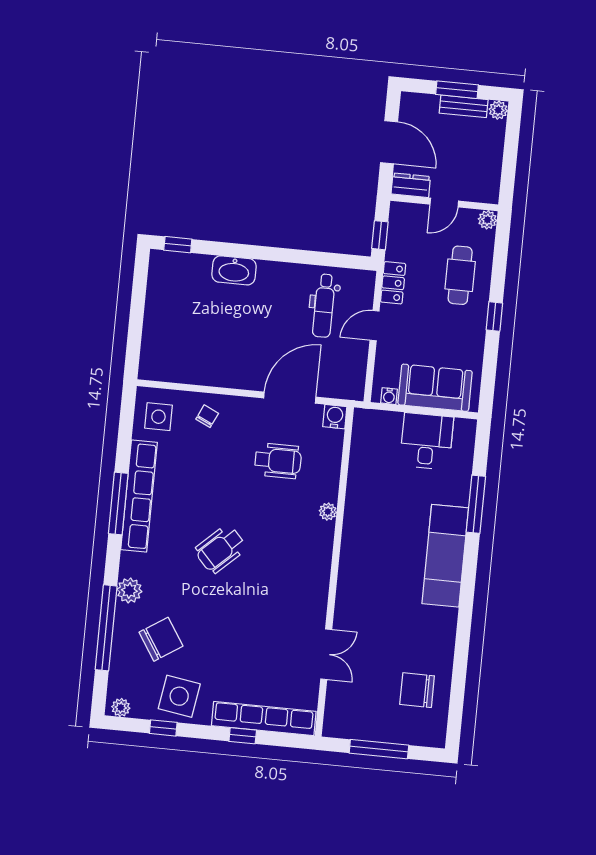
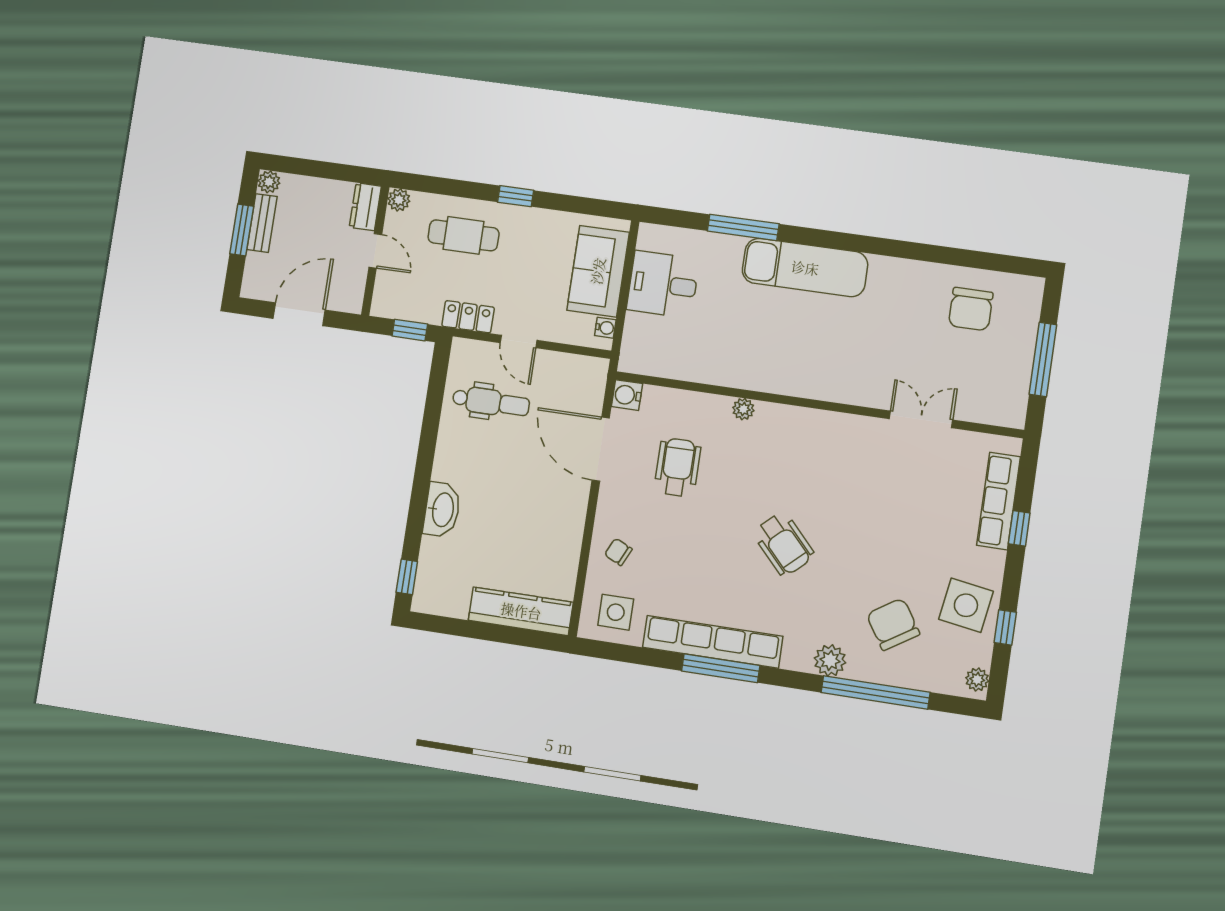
dresser: (411, 185) -> (365, 207), moved
kitchen counter: (155, 339) -> (521, 611), added
row of seats: (264, 719) -> (999, 501), width x0.73

